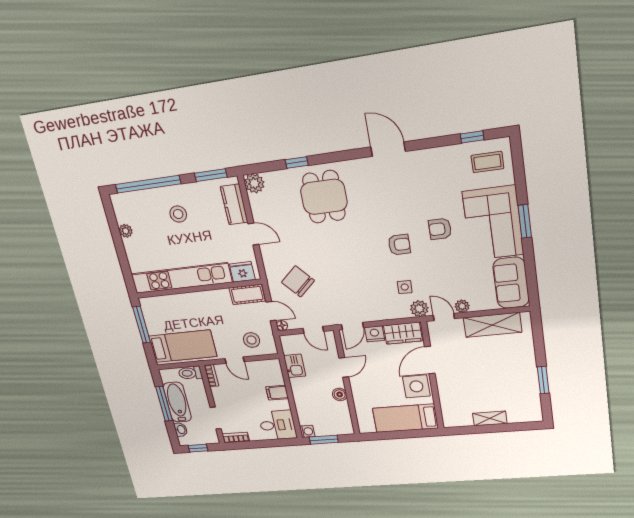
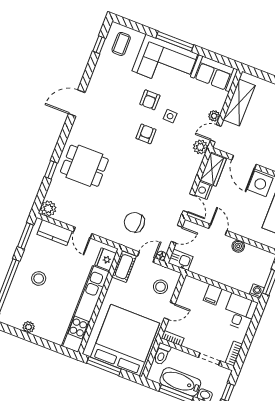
window: (525, 221) -> (175, 41), width x1.44
door: (253, 234) -> (83, 233), swing flipped
chair: (298, 281) -> (134, 222), turned 42
side table: (405, 287) -> (170, 116), moved
bed: (183, 346) -> (125, 340), width x2.04
kitchen sink: (295, 366) -> (180, 260), moved

